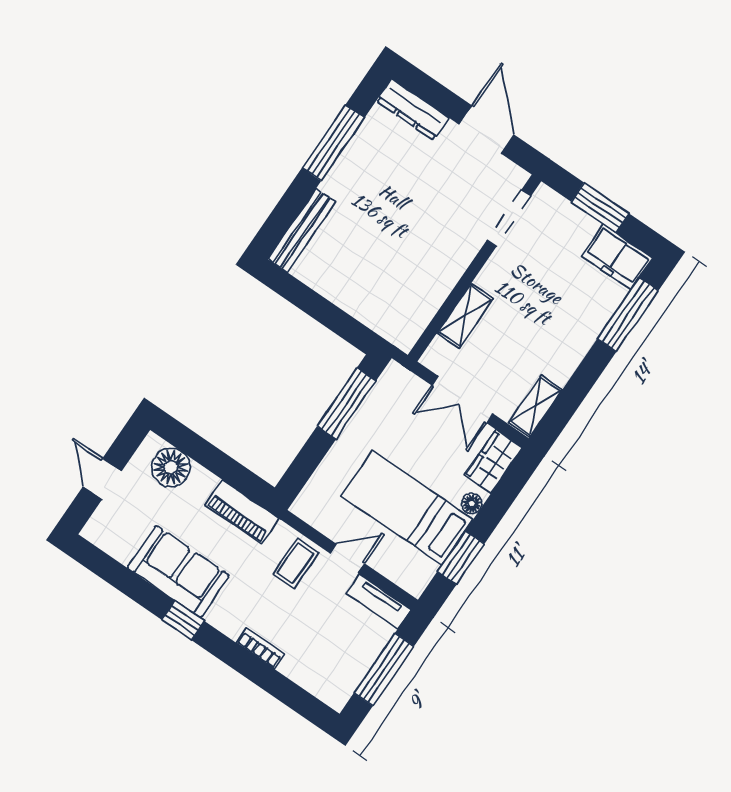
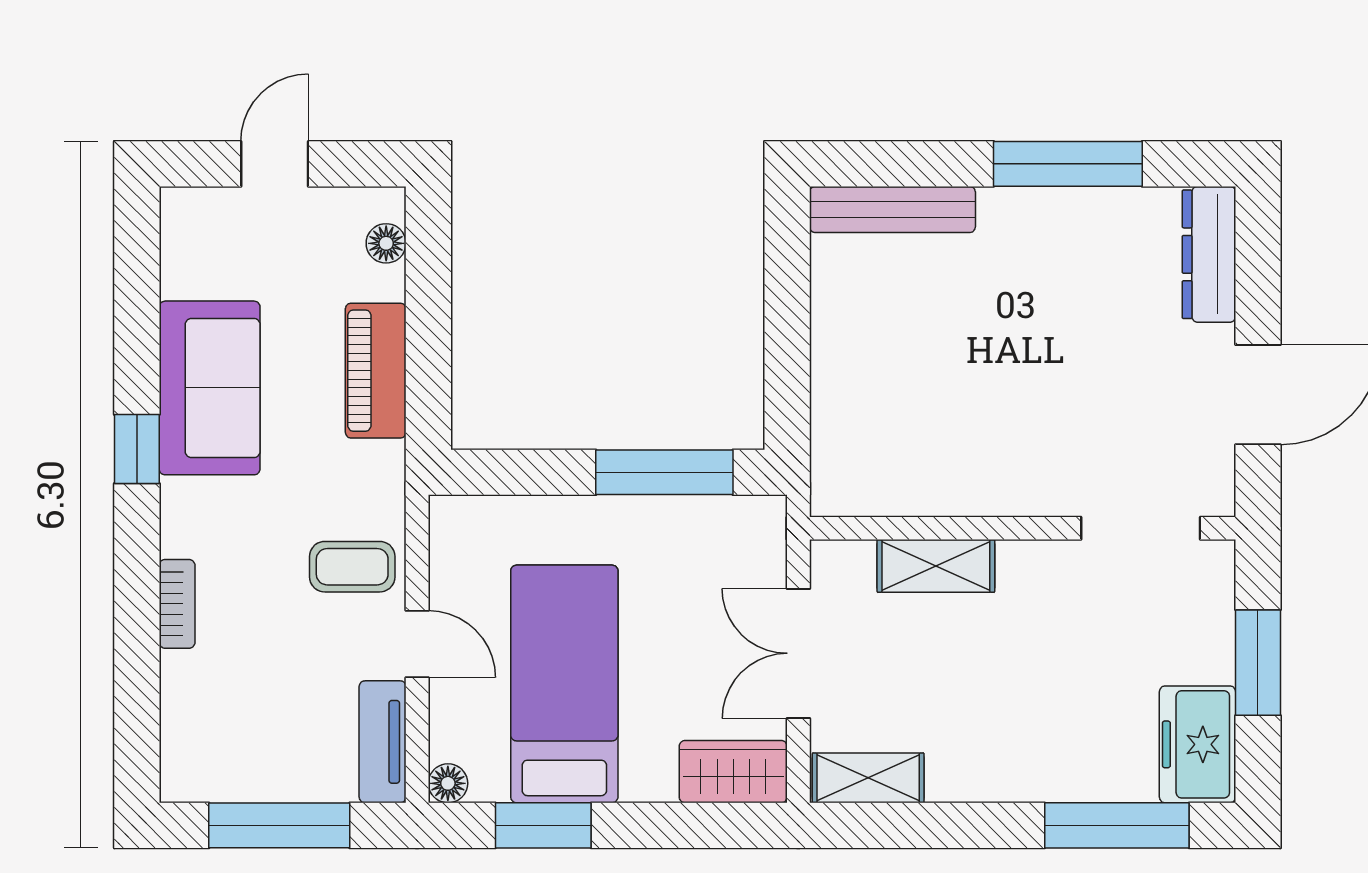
floor lamp: (171, 467) -> (386, 243), width x0.53, depth x0.53
floor lamp: (472, 504) -> (448, 783), moved
piano: (242, 512) -> (376, 371), moved

